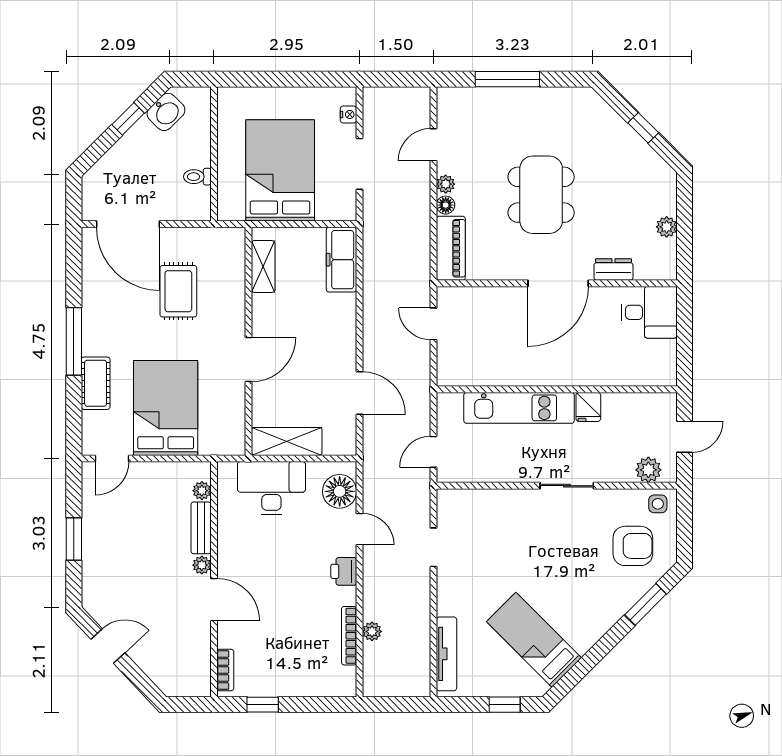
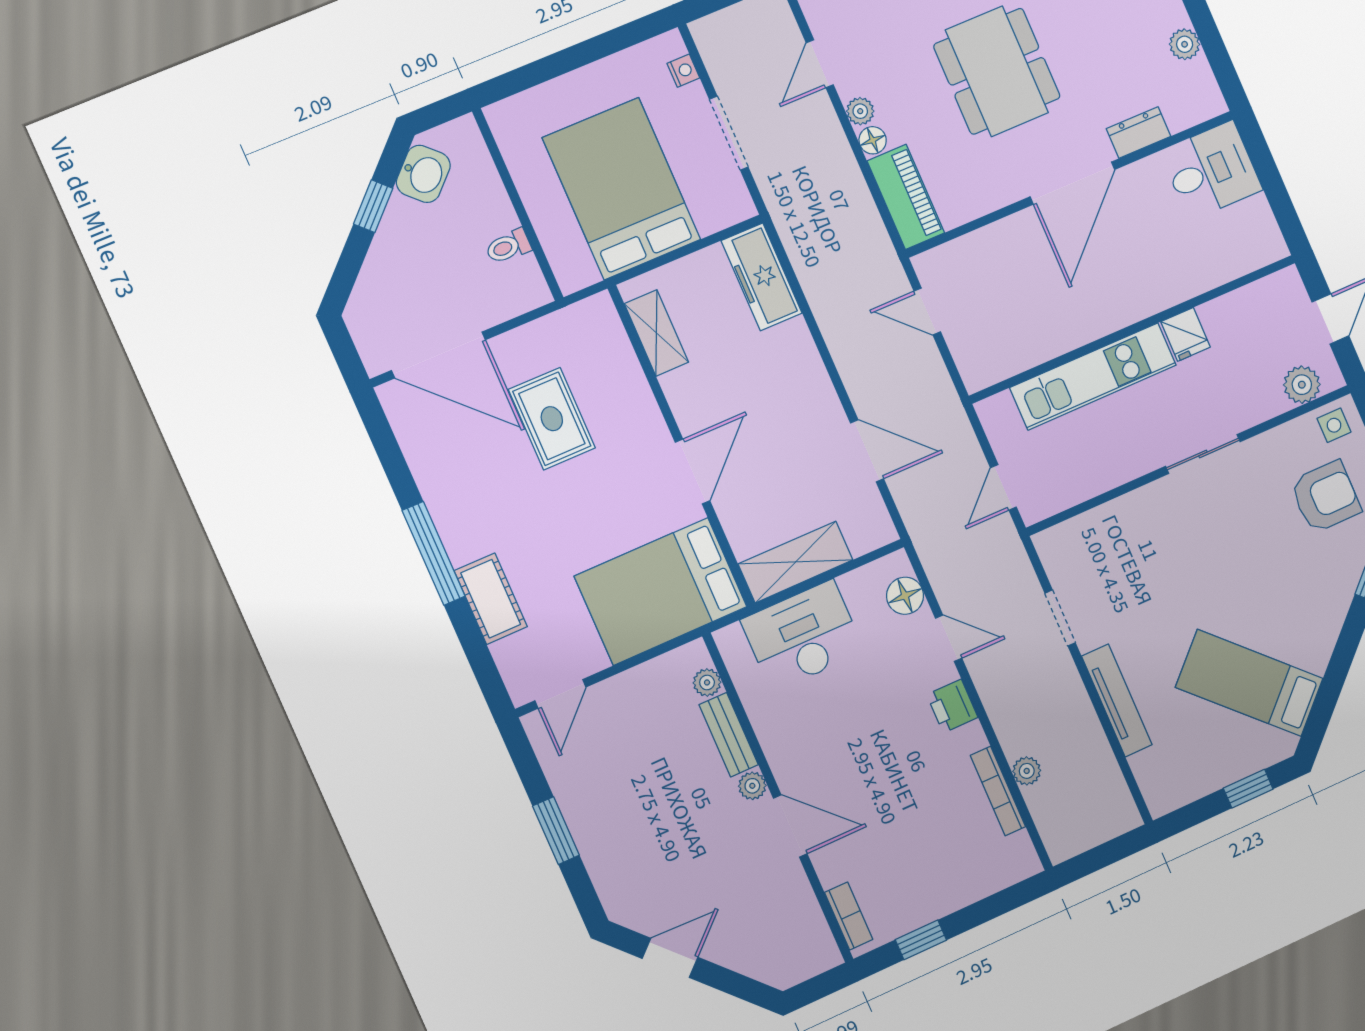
bed: (166, 408) -> (661, 591), moved, turned -90
floor lamp: (340, 491) -> (905, 596), width x0.73, depth x0.73
tv unit: (446, 654) -> (1117, 700), moved

